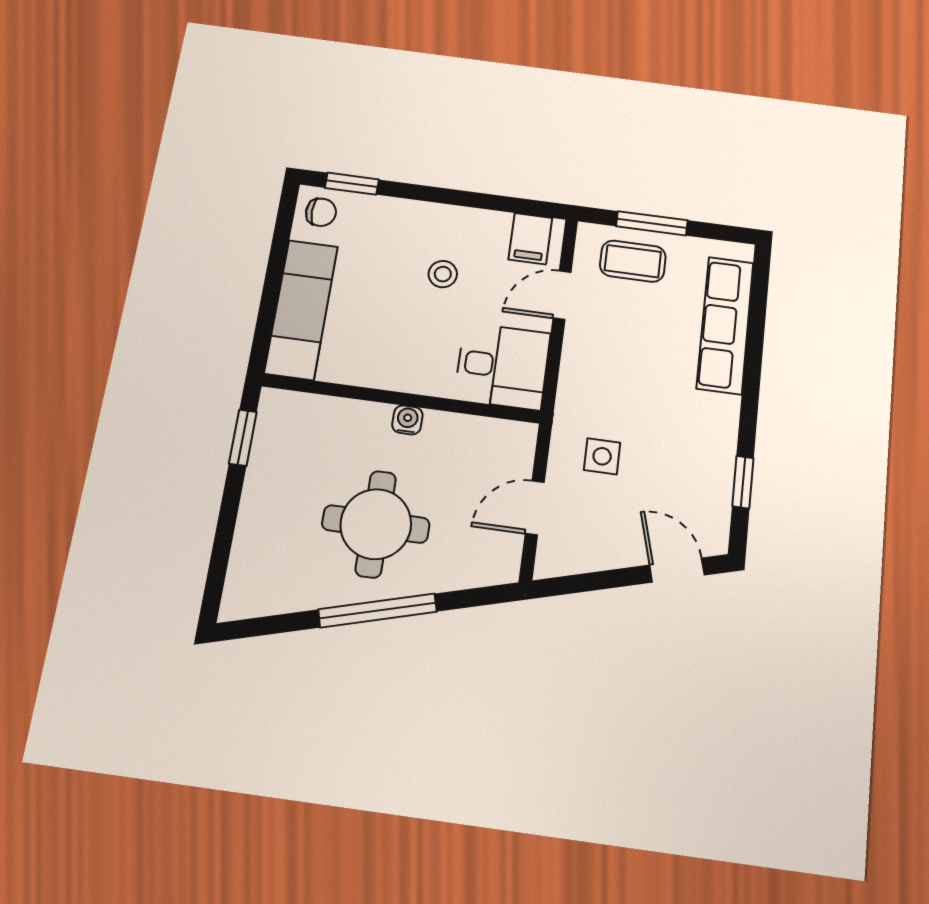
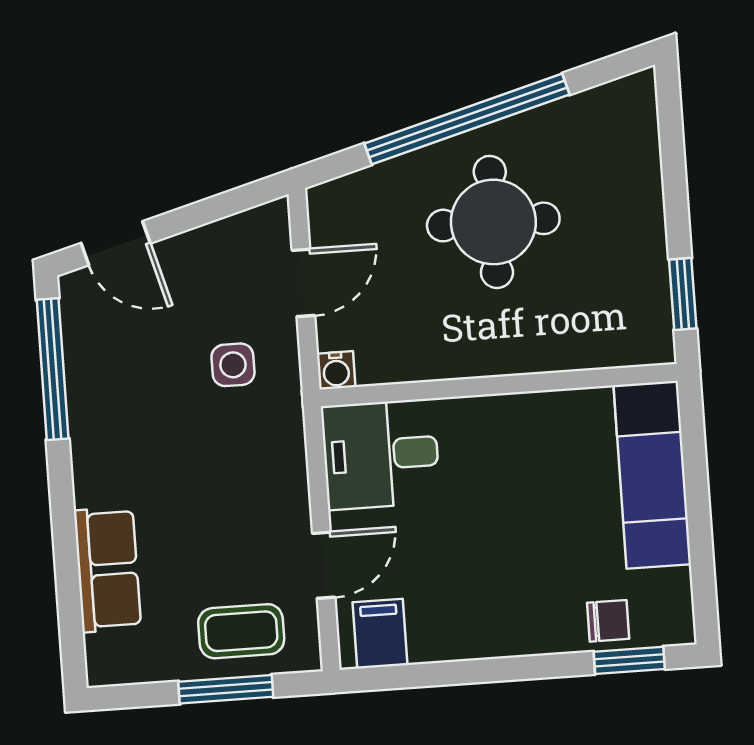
chair: (321, 212) -> (608, 621), moved, turned 180
stool: (443, 274) -> (483, 561), removed
row of seats: (725, 325) -> (107, 569), width x0.68
water cooler: (407, 420) -> (336, 370), moved
window: (743, 482) -> (53, 369), width x2.17
window: (378, 611) -> (467, 119), width x1.46

